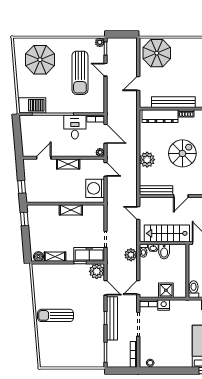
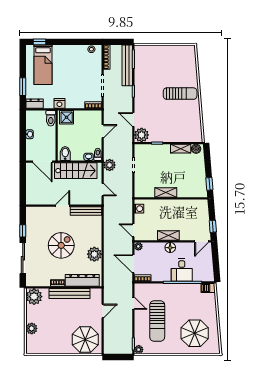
door: (105, 70) -> (133, 303), moved
sun lounger: (80, 73) -> (157, 321), turned 180
barbecue: (32, 105) -> (208, 288), width x0.53, depth x0.65
desk: (75, 127) -> (182, 270), moved
floor lamp: (66, 151) -> (170, 248), added
spiral stairs: (182, 153) -> (61, 245), turned 180
door: (44, 158) -> (202, 241), moved
plant: (147, 160) -> (94, 254), moved
window: (22, 187) -> (213, 226), moved
washing machine: (95, 188) -> (139, 209), width x0.53, depth x0.53
bidet: (164, 252) -> (65, 154), moved
freezer: (89, 254) -> (149, 151), removed
plant: (131, 255) -> (110, 165), moved
door: (138, 288) -> (103, 131), moved
shower: (166, 290) -> (67, 117), moved
nightstand: (164, 305) -> (59, 103), moved
bench: (112, 318) -> (127, 65), moved

